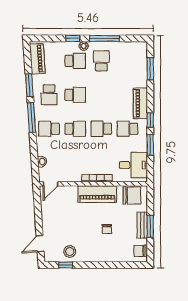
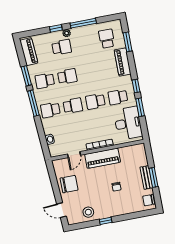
school desk: (101, 61) -> (107, 39), moved
school desk: (49, 95) -> (45, 81), turned 90
piano: (140, 103) -> (123, 62), moved
desk: (133, 165) -> (128, 123), width x1.37
door: (50, 184) -> (74, 155), moved
chair: (132, 195) -> (69, 184), moved
door: (40, 244) -> (61, 210), hinge flipped
window: (66, 265) -> (106, 221), moved

